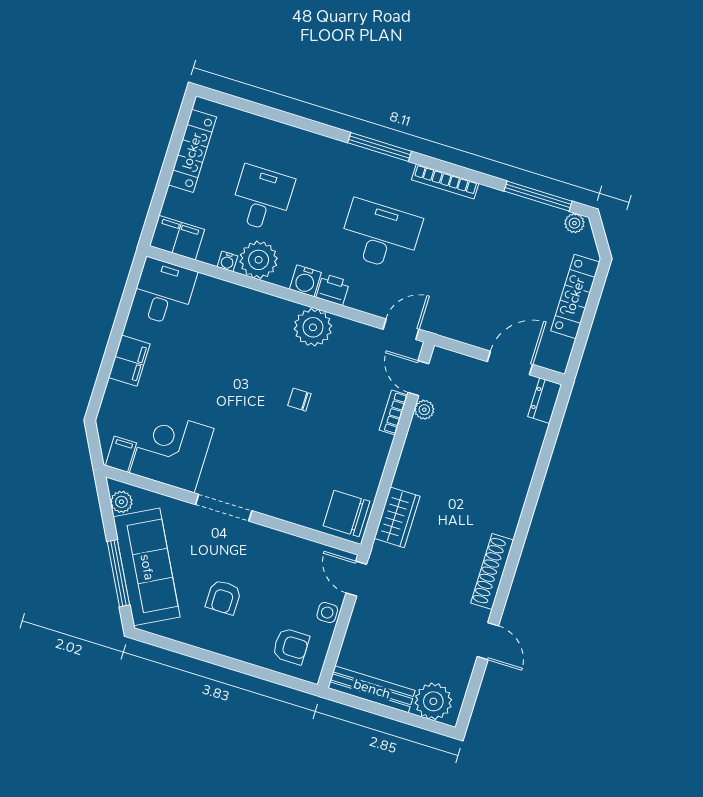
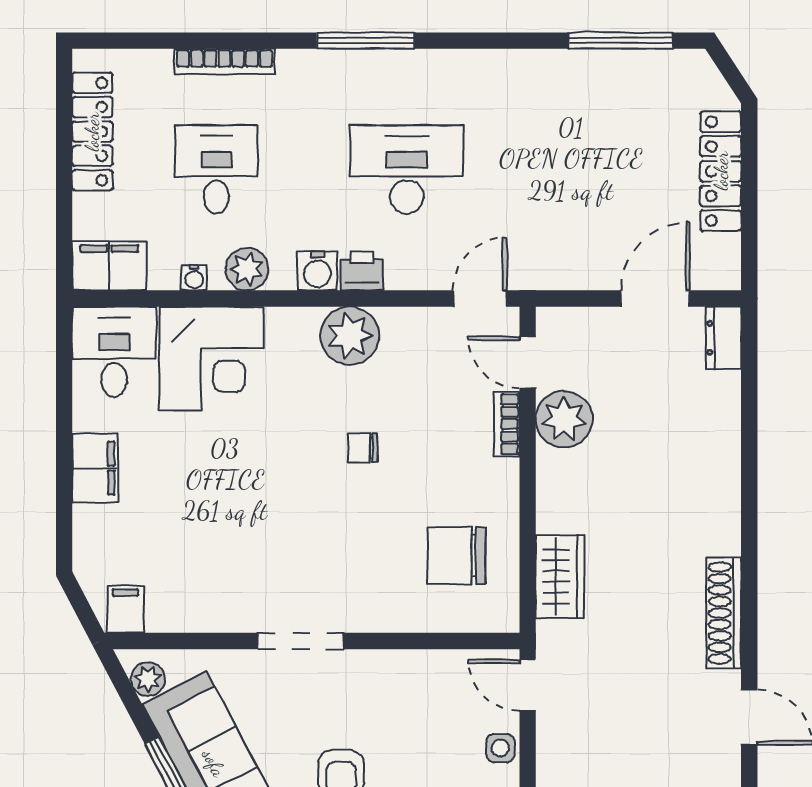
bookcase: (445, 182) -> (224, 62), moved
plant: (574, 223) -> (686, 64), removed
plant: (259, 260) -> (247, 269), width x0.73, depth x0.73
plant: (424, 410) -> (564, 419), width x1.88, depth x1.88
corner desk: (172, 451) -> (211, 359), moved, turned 180
chair: (346, 514) -> (456, 555), moved

